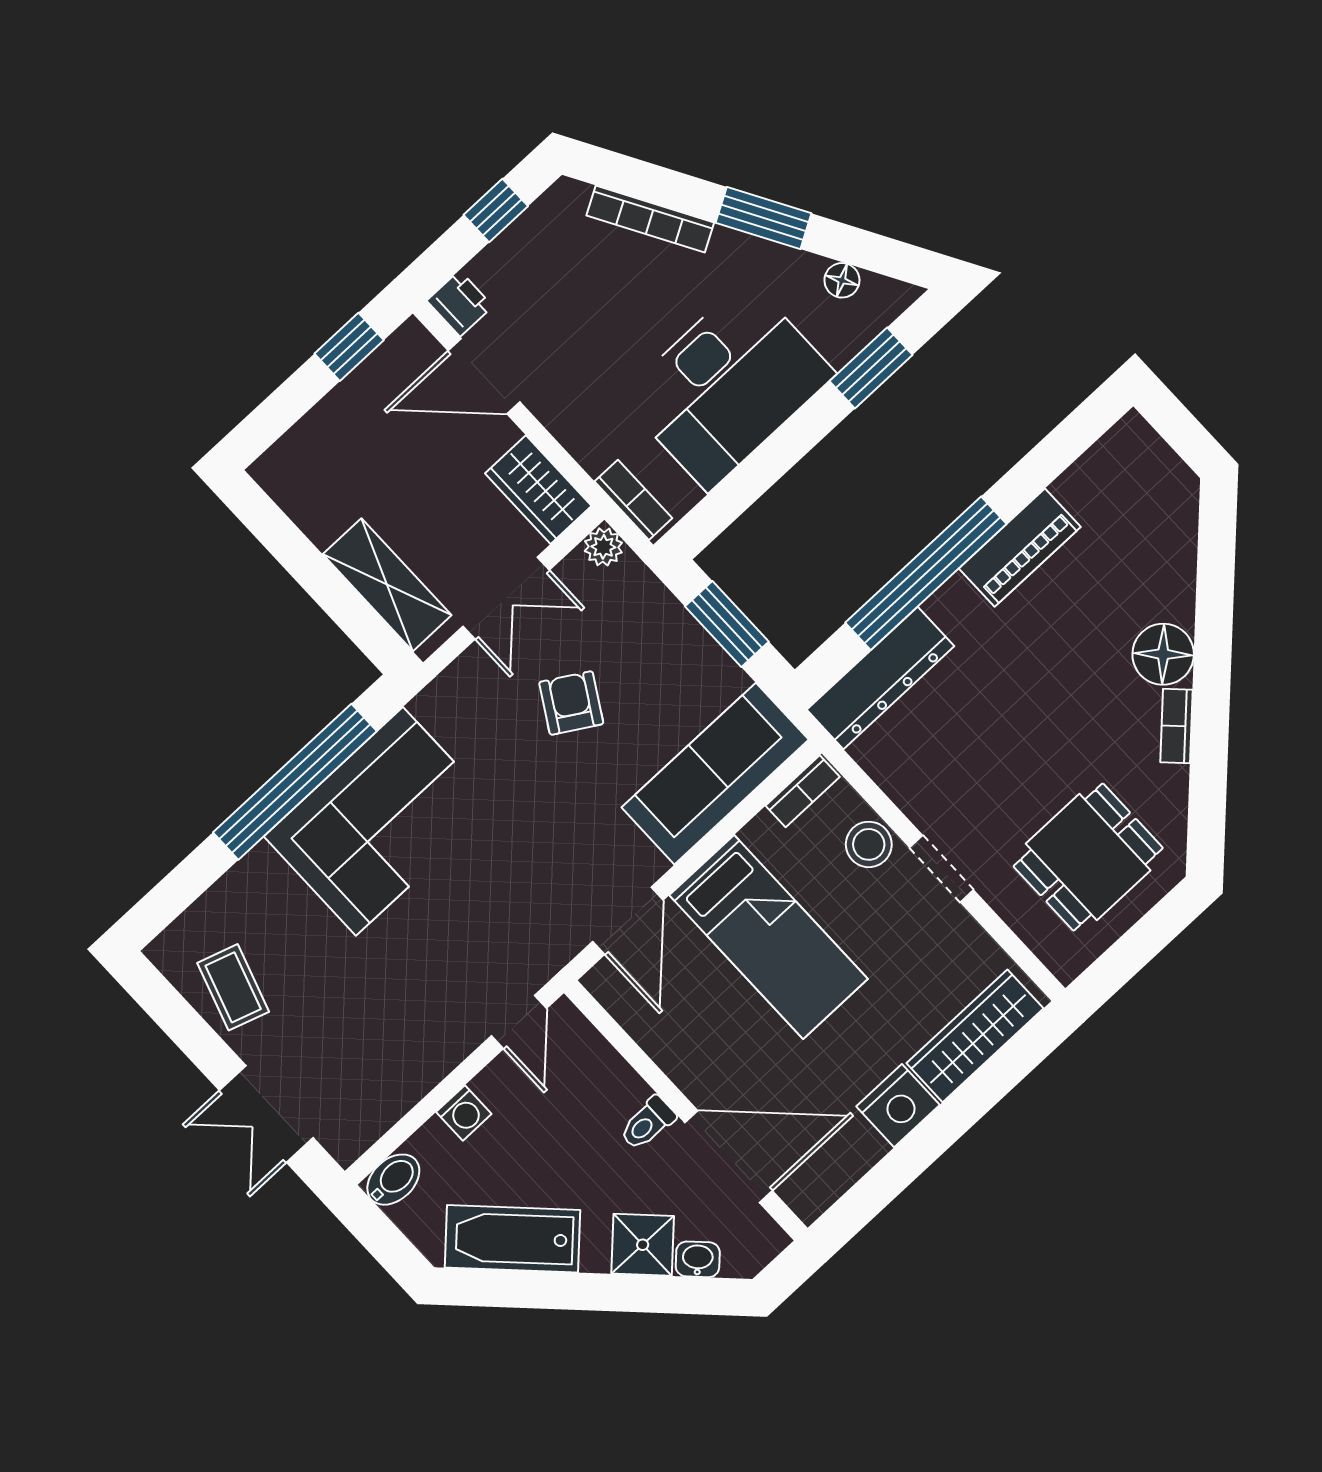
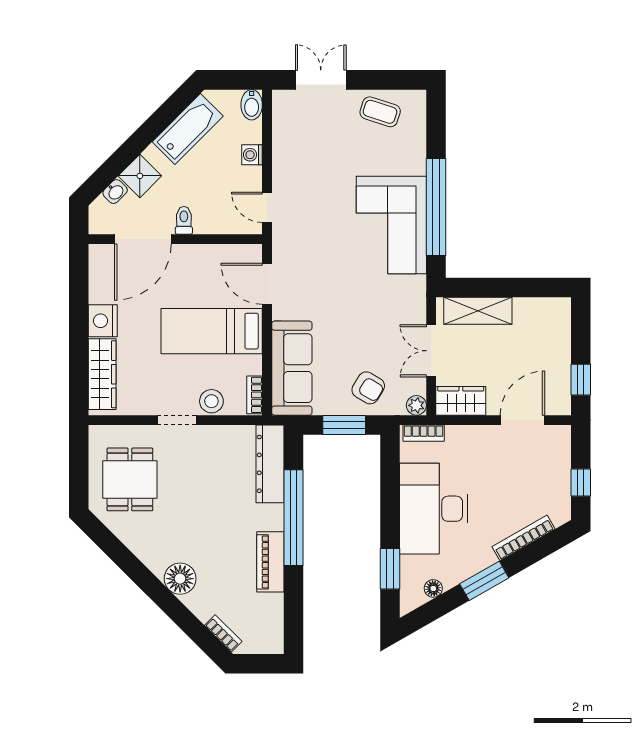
printer: (460, 303) -> (558, 437), removed
armchair: (571, 703) -> (368, 388), moved
bookcase: (1176, 726) -> (223, 633), moved

